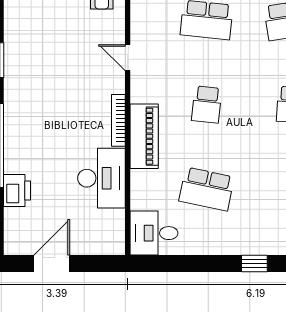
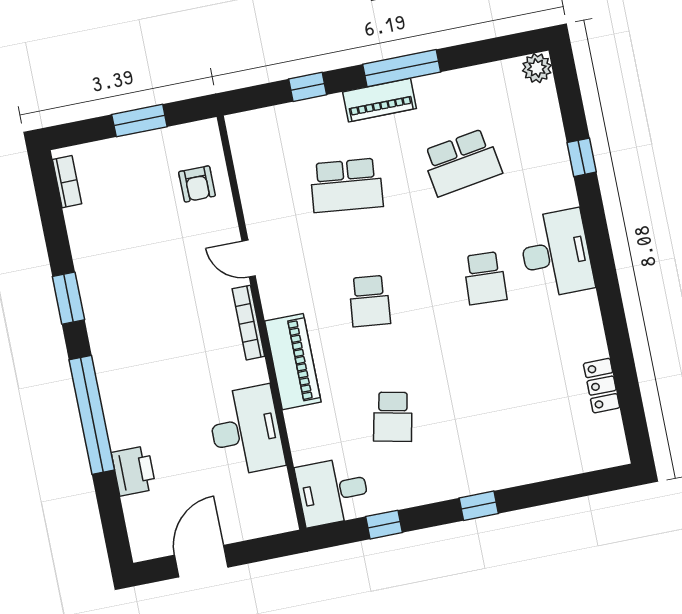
bookcase: (118, 120) -> (248, 323), moved
school desk: (207, 189) -> (393, 417), width x0.54
window: (185, 264) -> (384, 525), added

